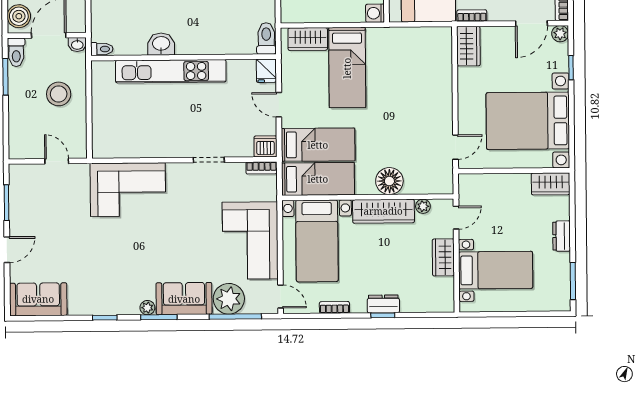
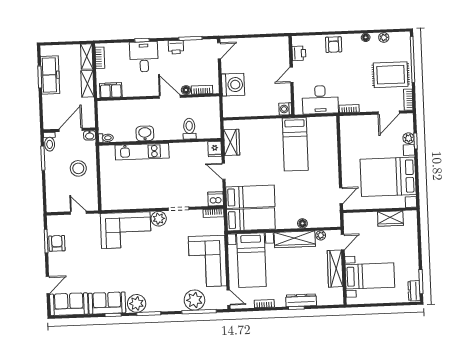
boiler: (19, 16) -> (51, 118), removed
plant: (560, 34) -> (408, 138), moved
toilet: (266, 38) -> (189, 129), moved
wardrobe: (308, 39) -> (232, 142), moved, turned -90
wardrobe: (468, 46) -> (348, 129), removed
bed: (347, 68) -> (295, 144), moved
kitchen unit: (171, 71) -> (142, 152), width x0.73
plant: (178, 174) -> (159, 219), added
floor lamp: (389, 181) -> (302, 223), width x0.53, depth x0.53
wardrobe: (551, 184) -> (390, 219), moved
armchair: (23, 207) -> (57, 243), added
dresser: (562, 236) -> (414, 291), moved
door: (7, 250) -> (48, 285), moved
wardrobe: (443, 257) -> (335, 269), width x1.50
sofa: (184, 299) -> (107, 303), moved
dresser: (383, 304) -> (301, 300), width x1.44
plant: (147, 308) -> (137, 303), width x1.88, depth x1.88

